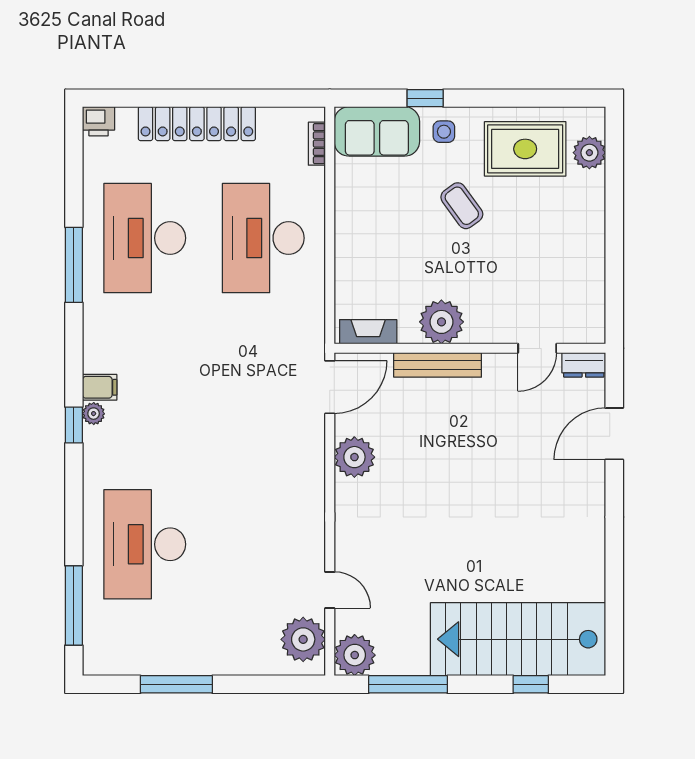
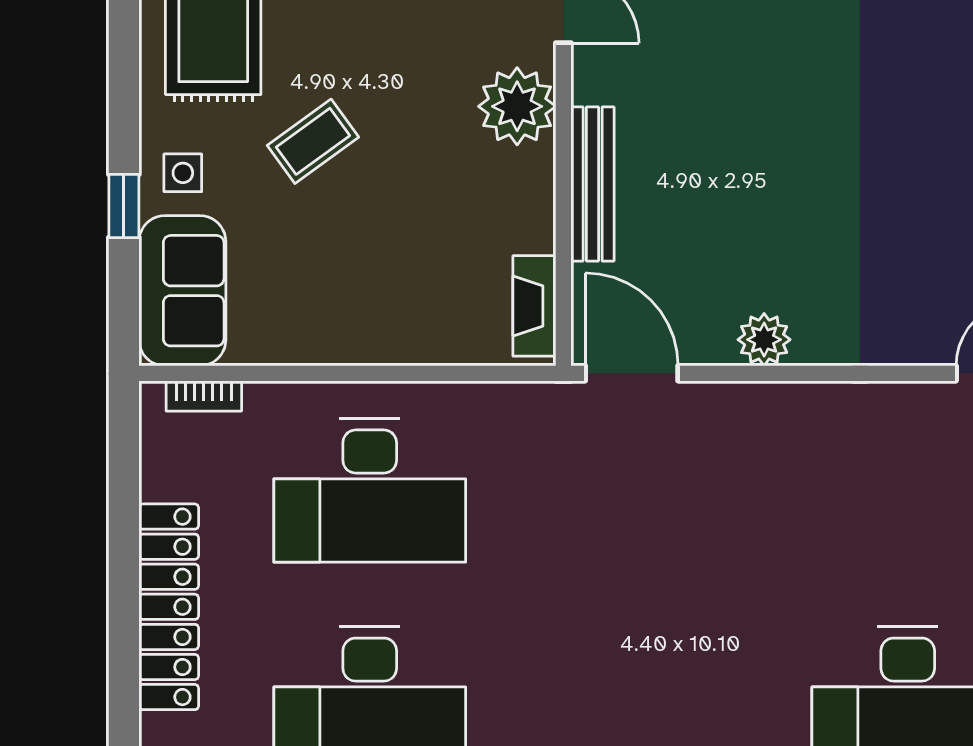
plant: (441, 322) -> (517, 106), moved
plant: (354, 457) -> (764, 340), width x0.73, depth x0.73

